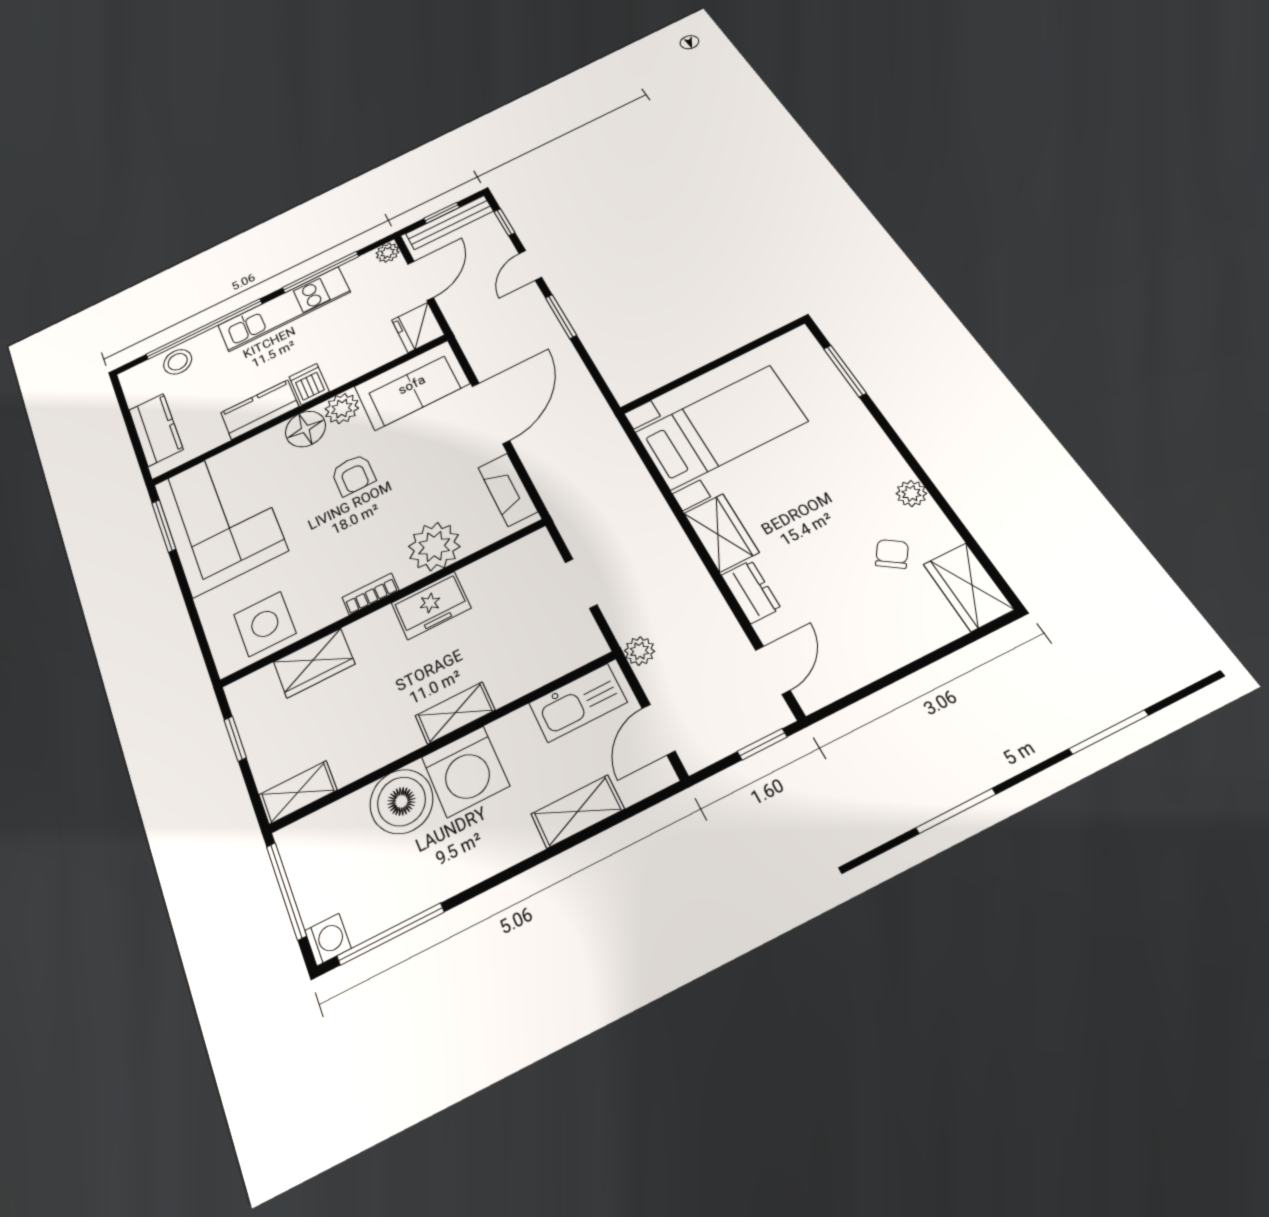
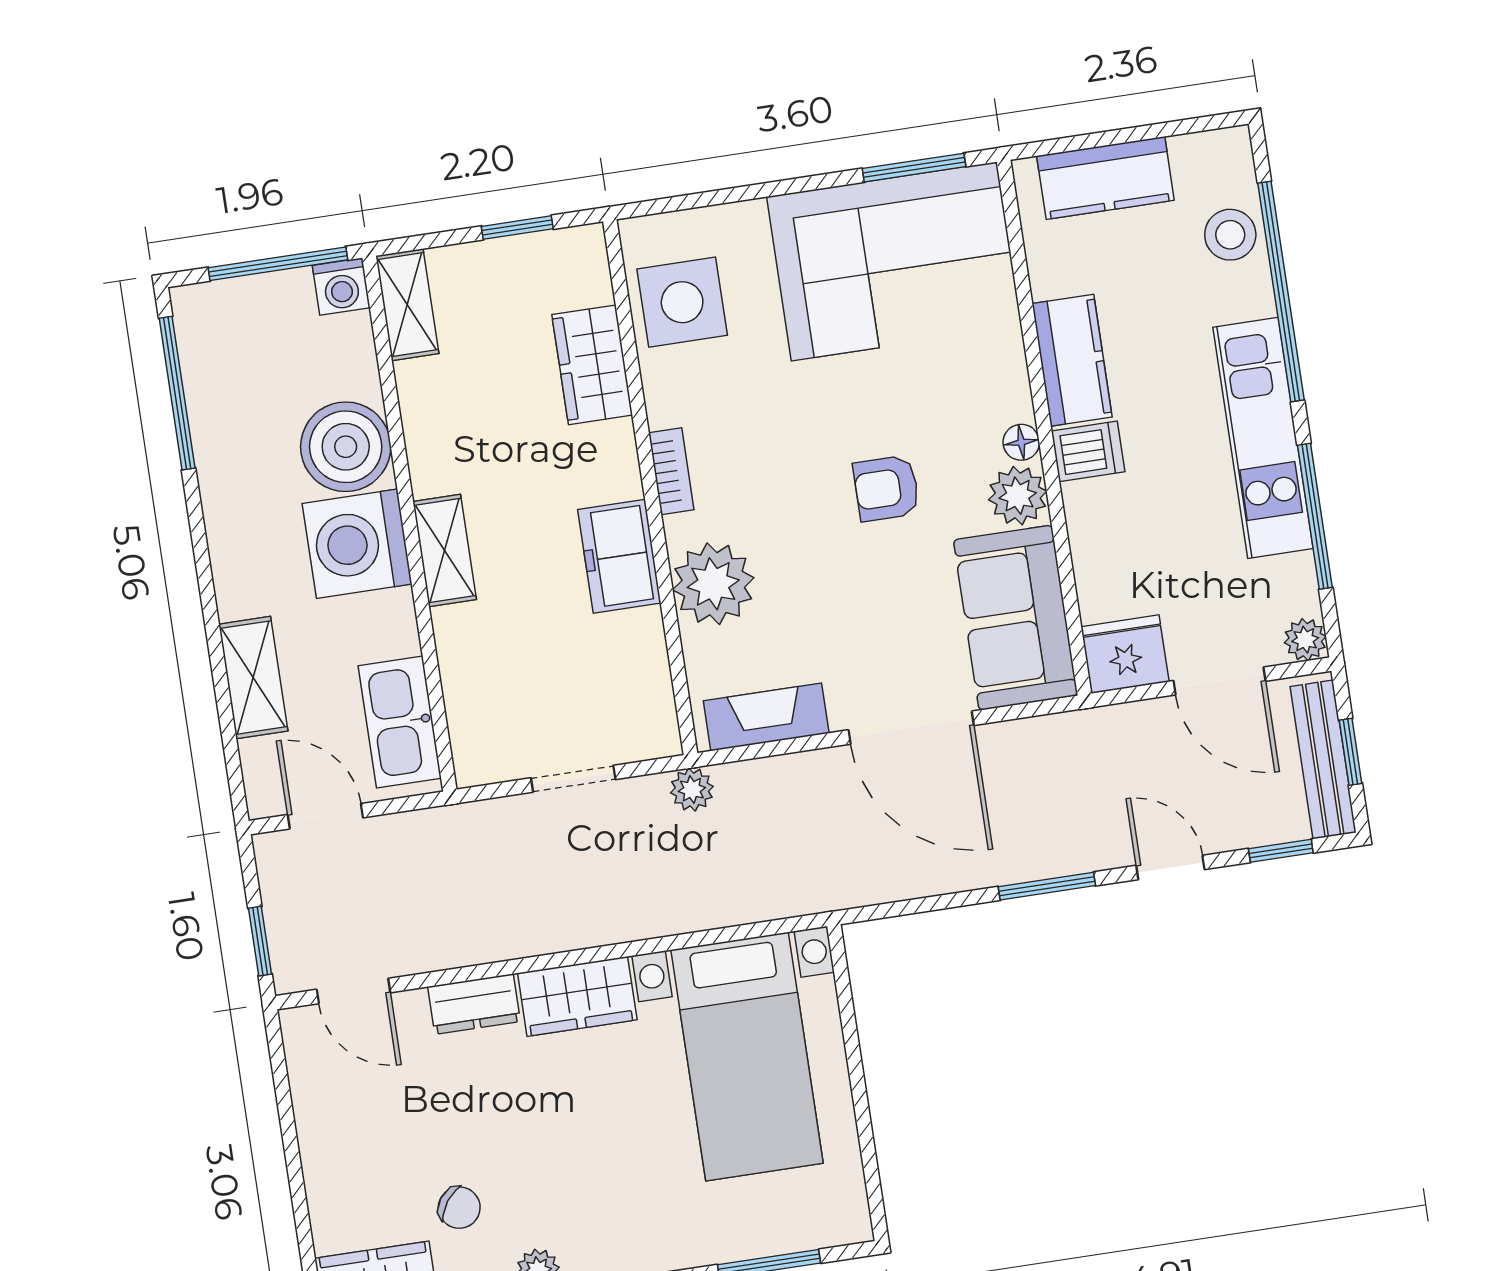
floor lamp: (305, 429) -> (1021, 442), width x0.53, depth x0.53
plant: (640, 651) -> (692, 790), moved
washing machine: (328, 939) -> (341, 287), moved

